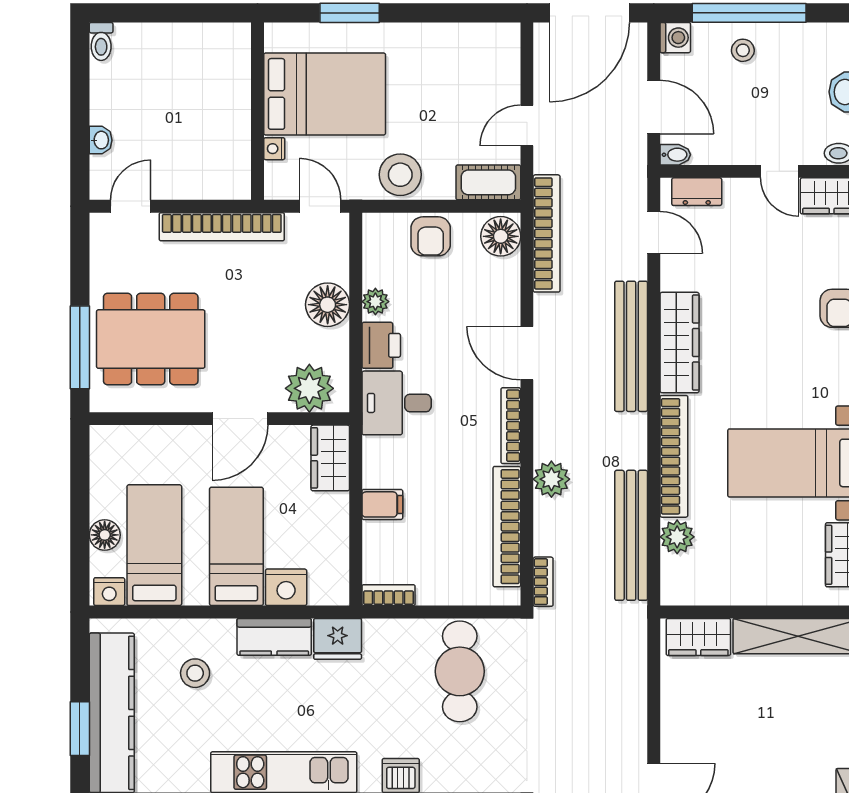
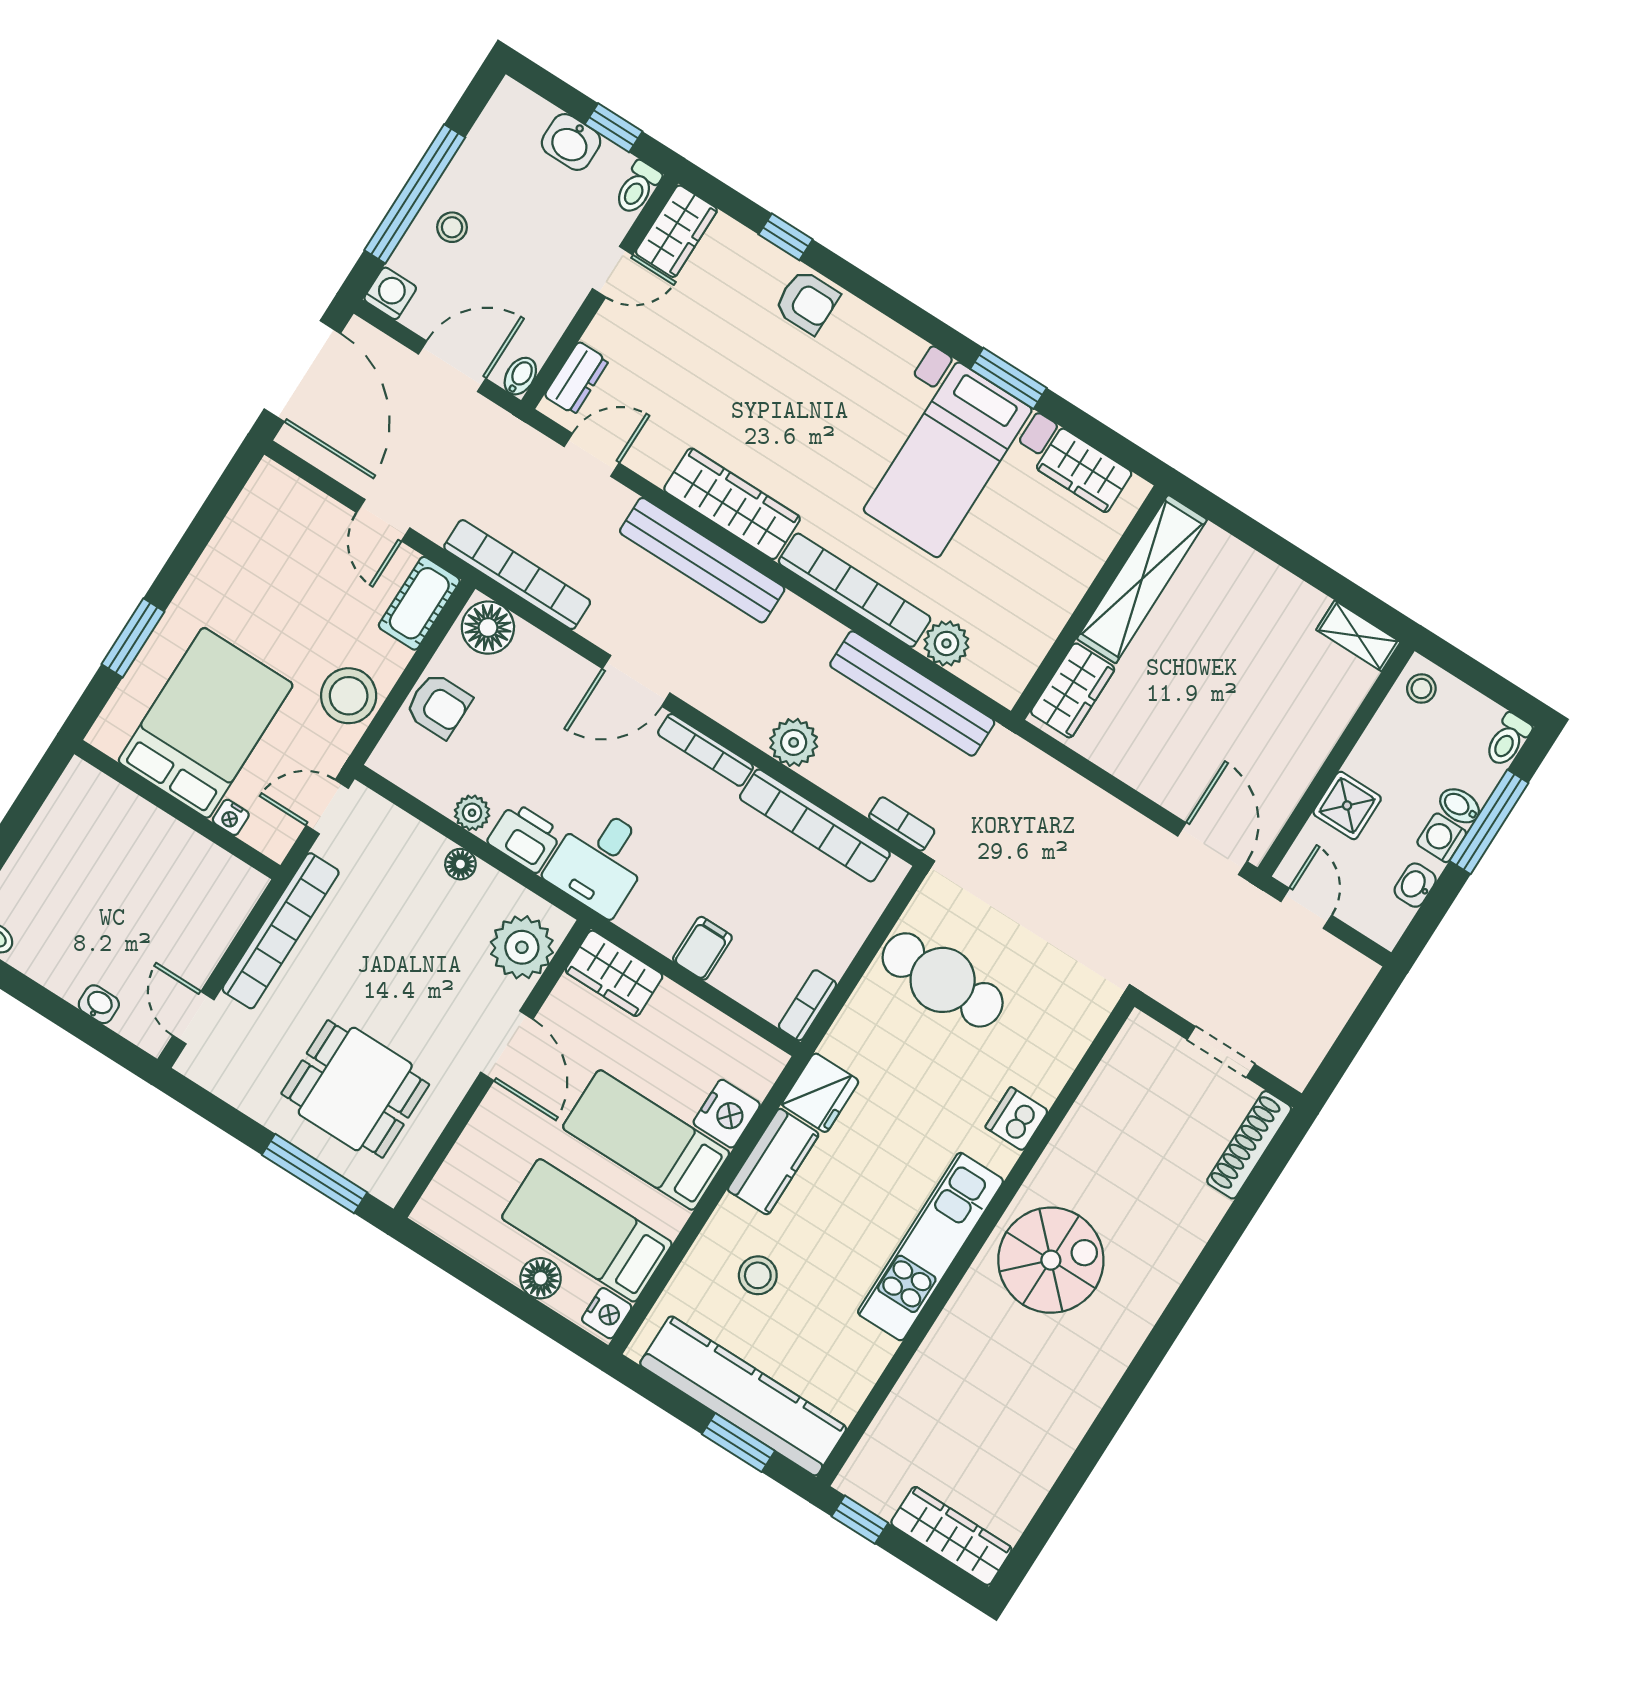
floor lamp: (328, 305) -> (460, 864), width x0.53, depth x0.53
dining table: (151, 339) -> (355, 1089), width x0.73

